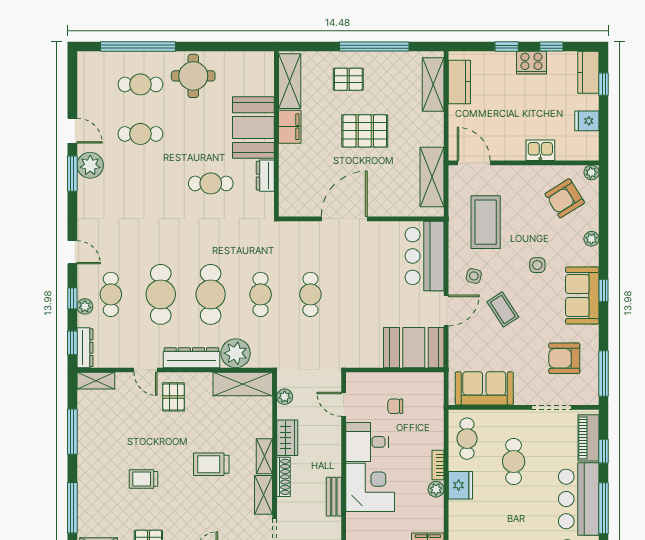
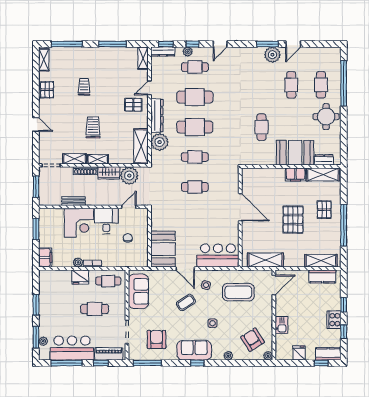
dresser: (265, 176) -> (324, 160), moved
plant: (285, 397) -> (129, 176), width x1.87, depth x1.87

